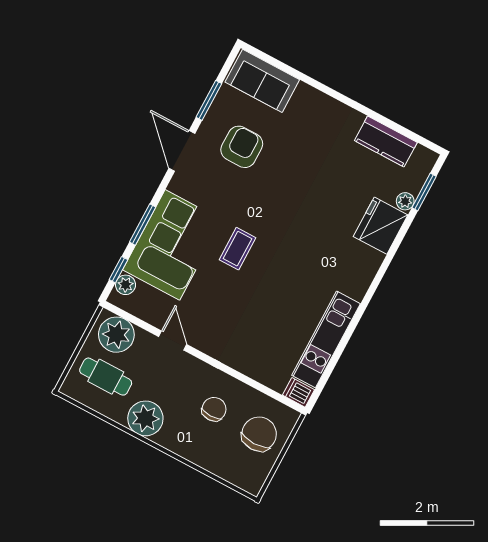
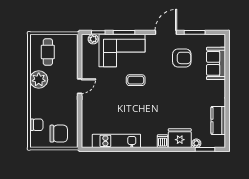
sofa: (262, 81) -> (216, 63), moved
plant: (116, 335) -> (69, 47), removed
door: (173, 341) -> (80, 86), moved
dishwasher: (298, 392) -> (163, 141), moved
chair: (214, 409) -> (37, 125), moved

